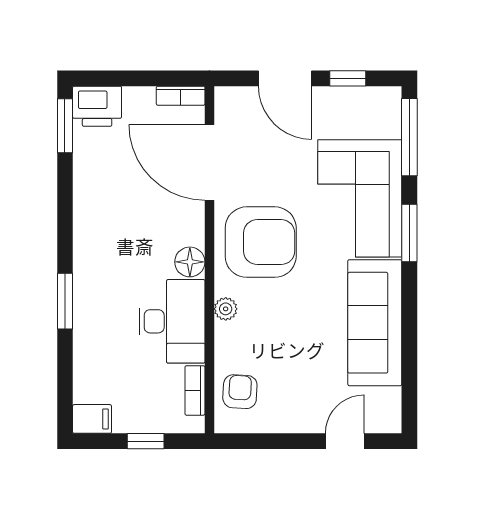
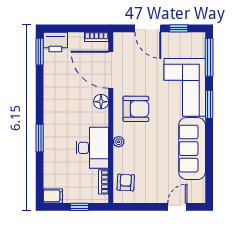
armchair: (261, 242) -> (136, 109), width x0.73, depth x0.73
floor lamp: (190, 262) -> (101, 102), moved

